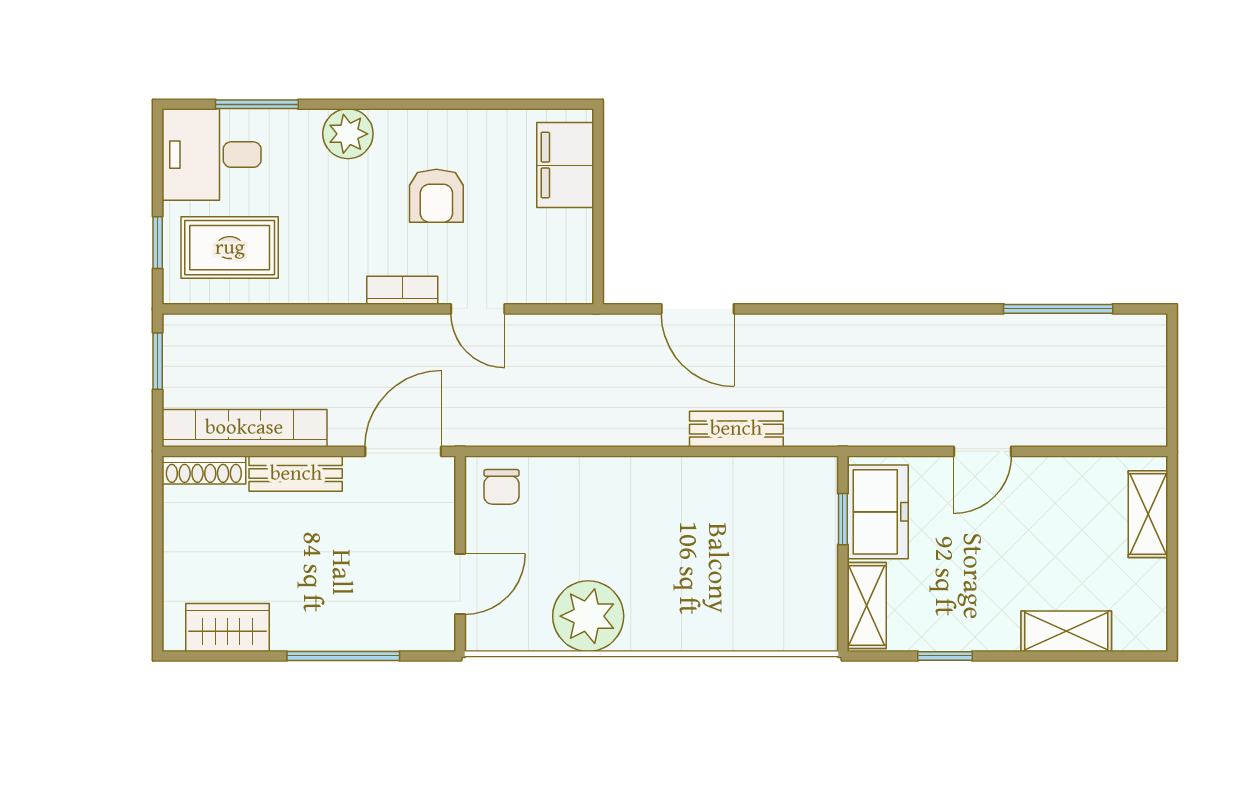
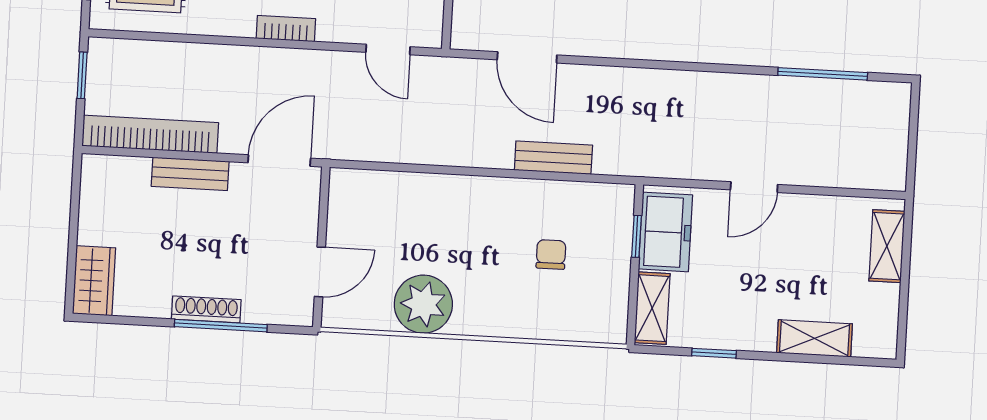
door: (478, 309) -> (388, 50), moved
shoe rack: (204, 470) -> (206, 309), moved, turned 180
chair: (501, 487) -> (551, 254), moved, turned 180
wardrobe: (228, 627) -> (94, 281), moved, turned 90

